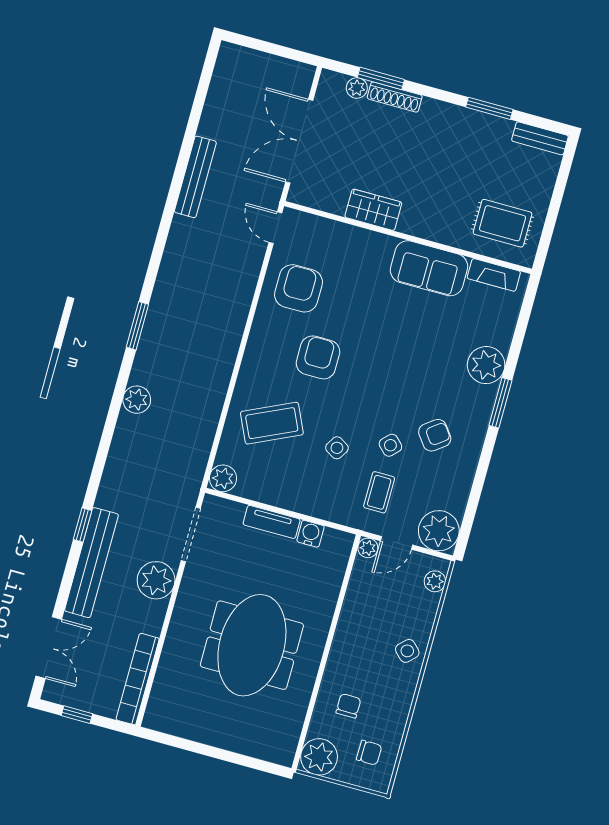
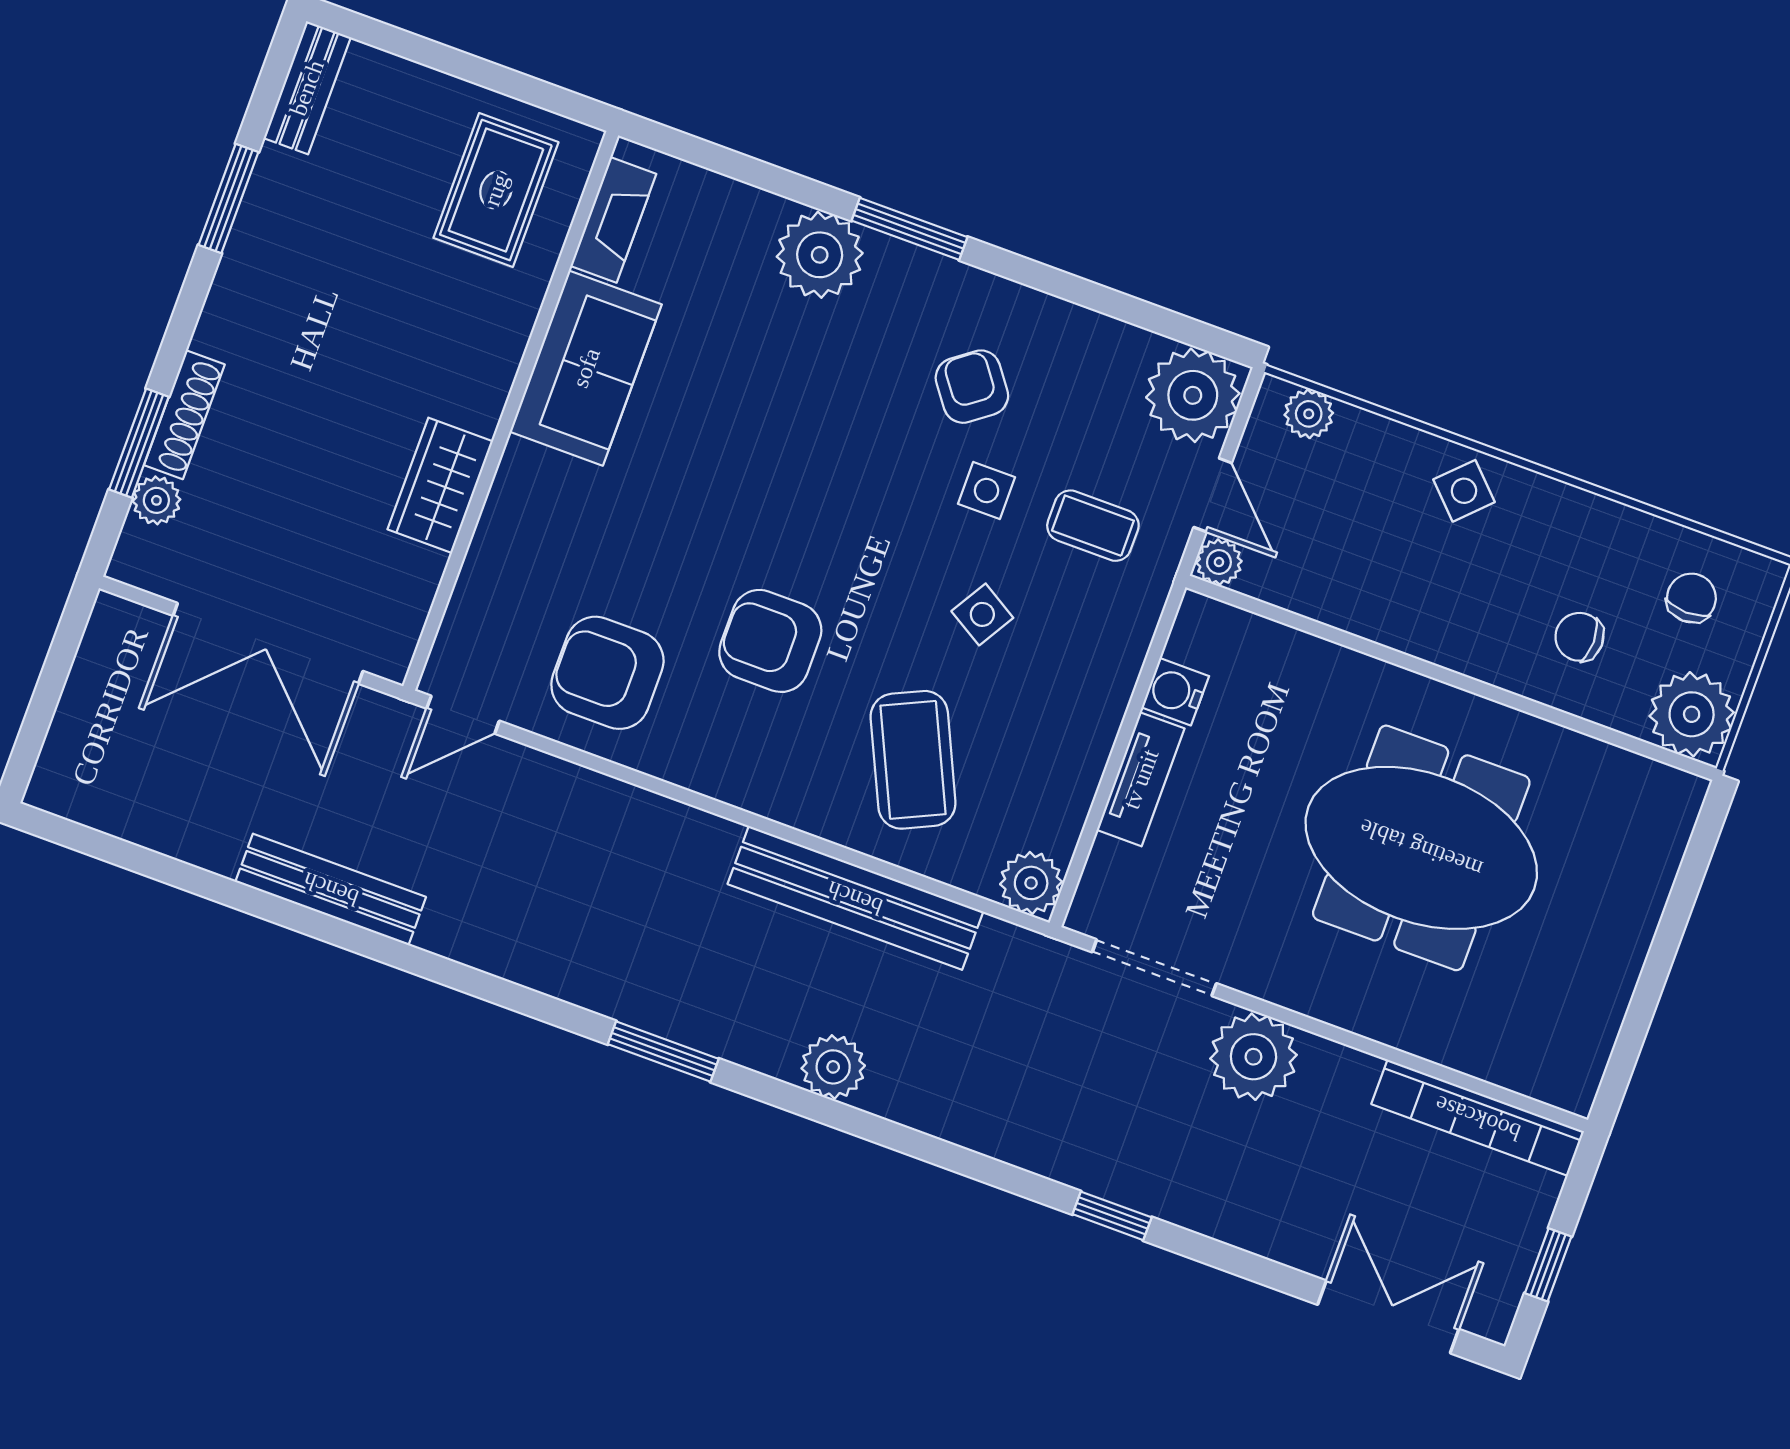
side table: (390, 445) -> (986, 491), turned 45
bench: (91, 563) -> (855, 898), moved

